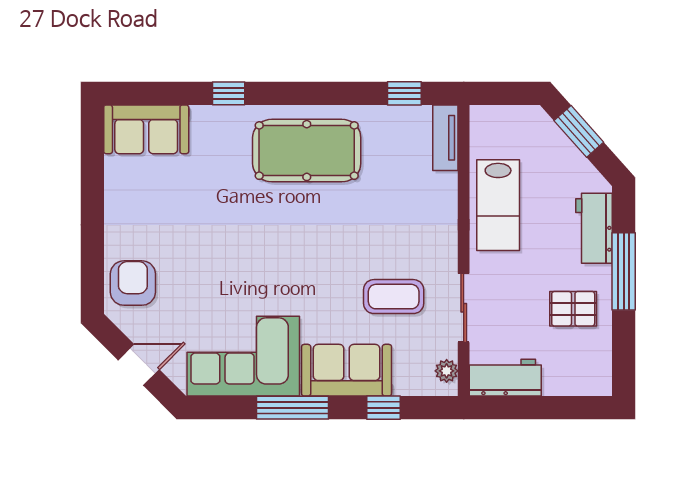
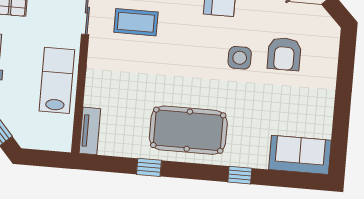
window: (404, 93) -> (149, 167), moved
side table: (243, 259) -> (240, 58), added
armchair: (133, 283) -> (284, 54), moved

